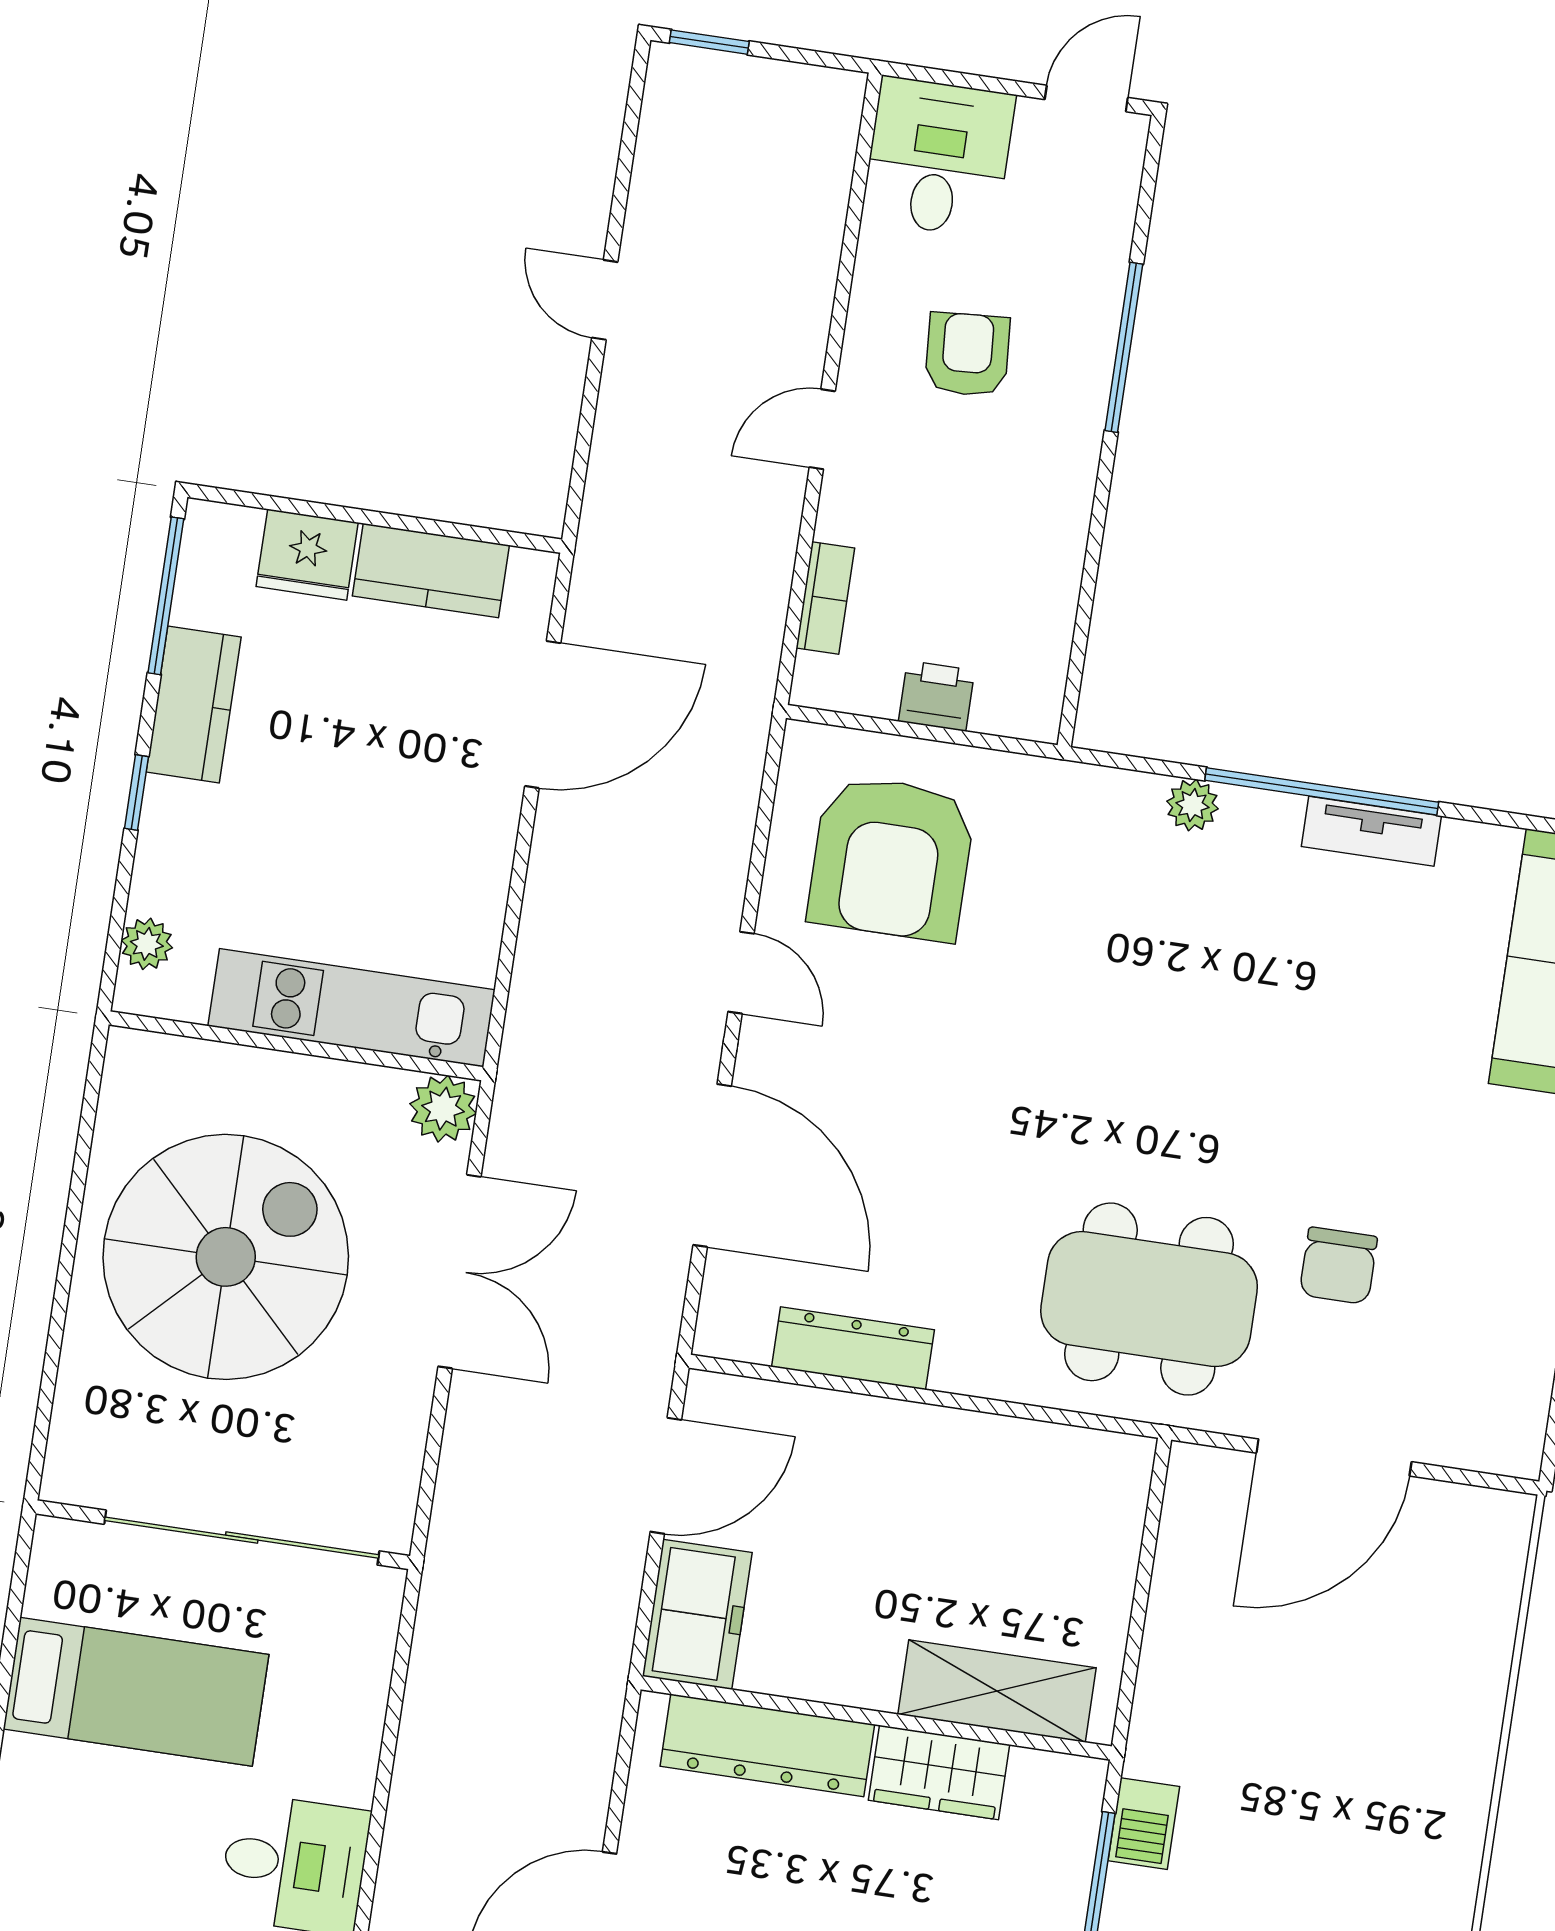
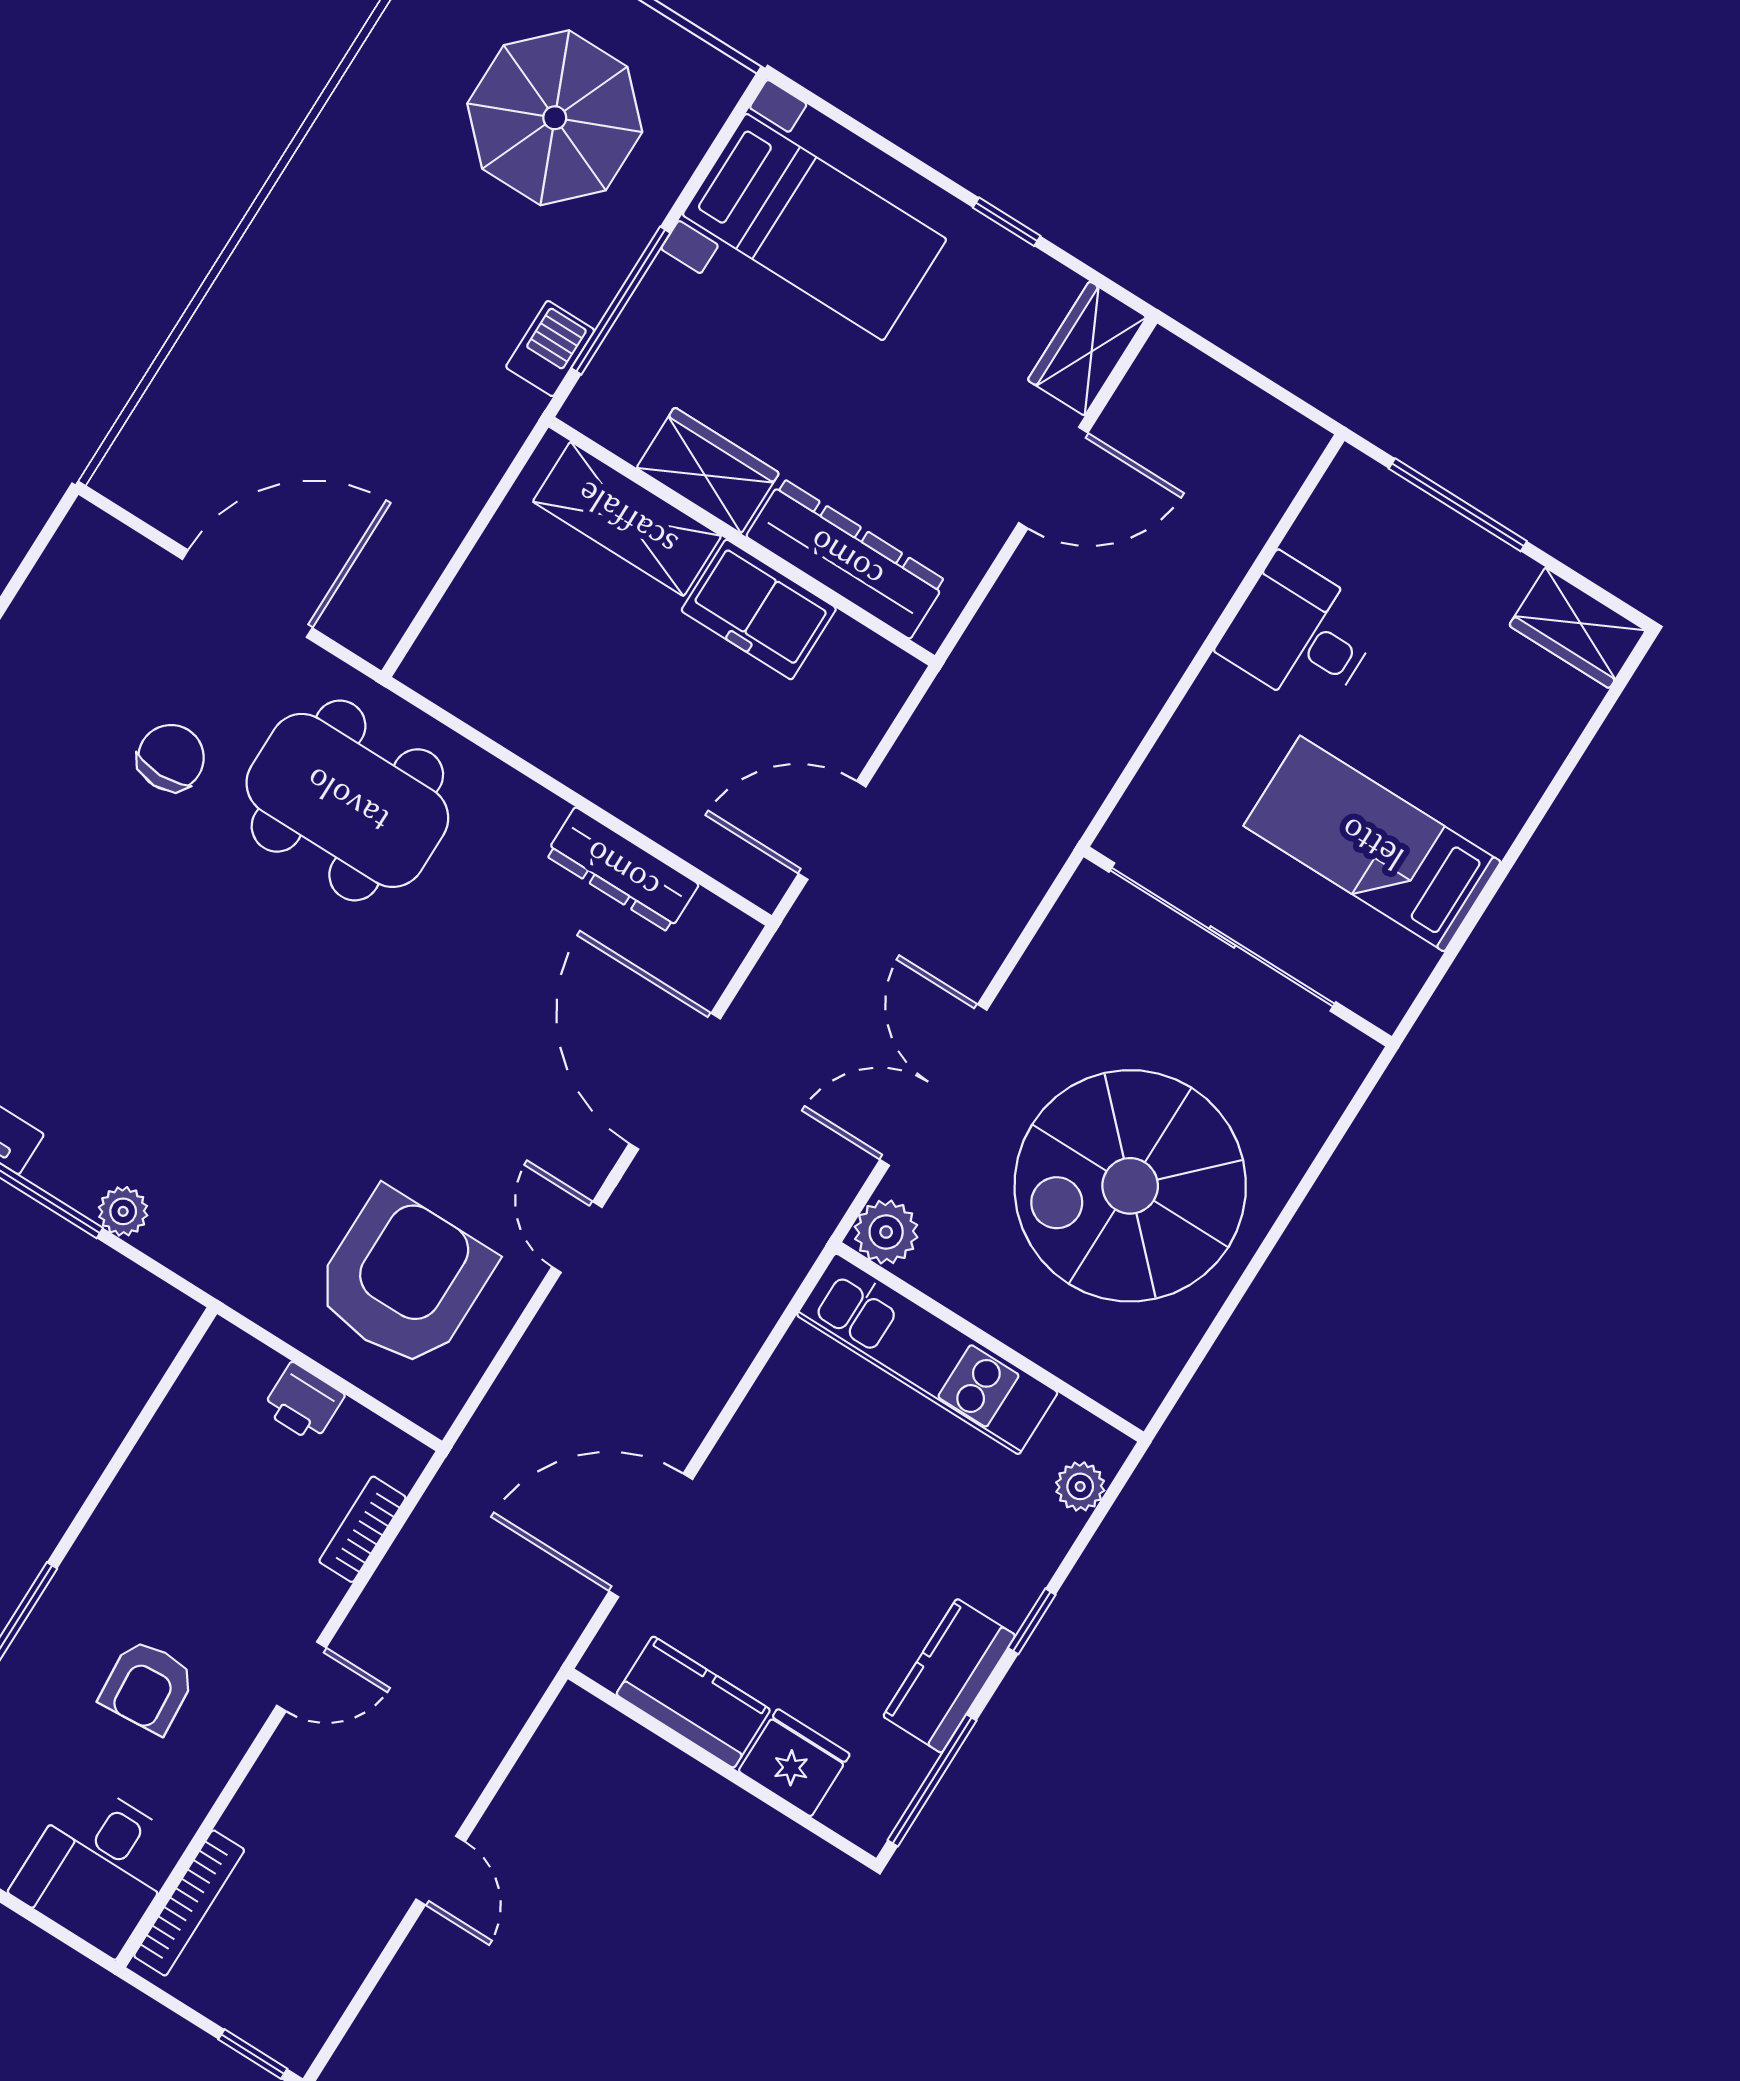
bookcase: (835, 162) -> (189, 1903), added
freezer: (697, 1614) -> (759, 610), moved, turned -90

